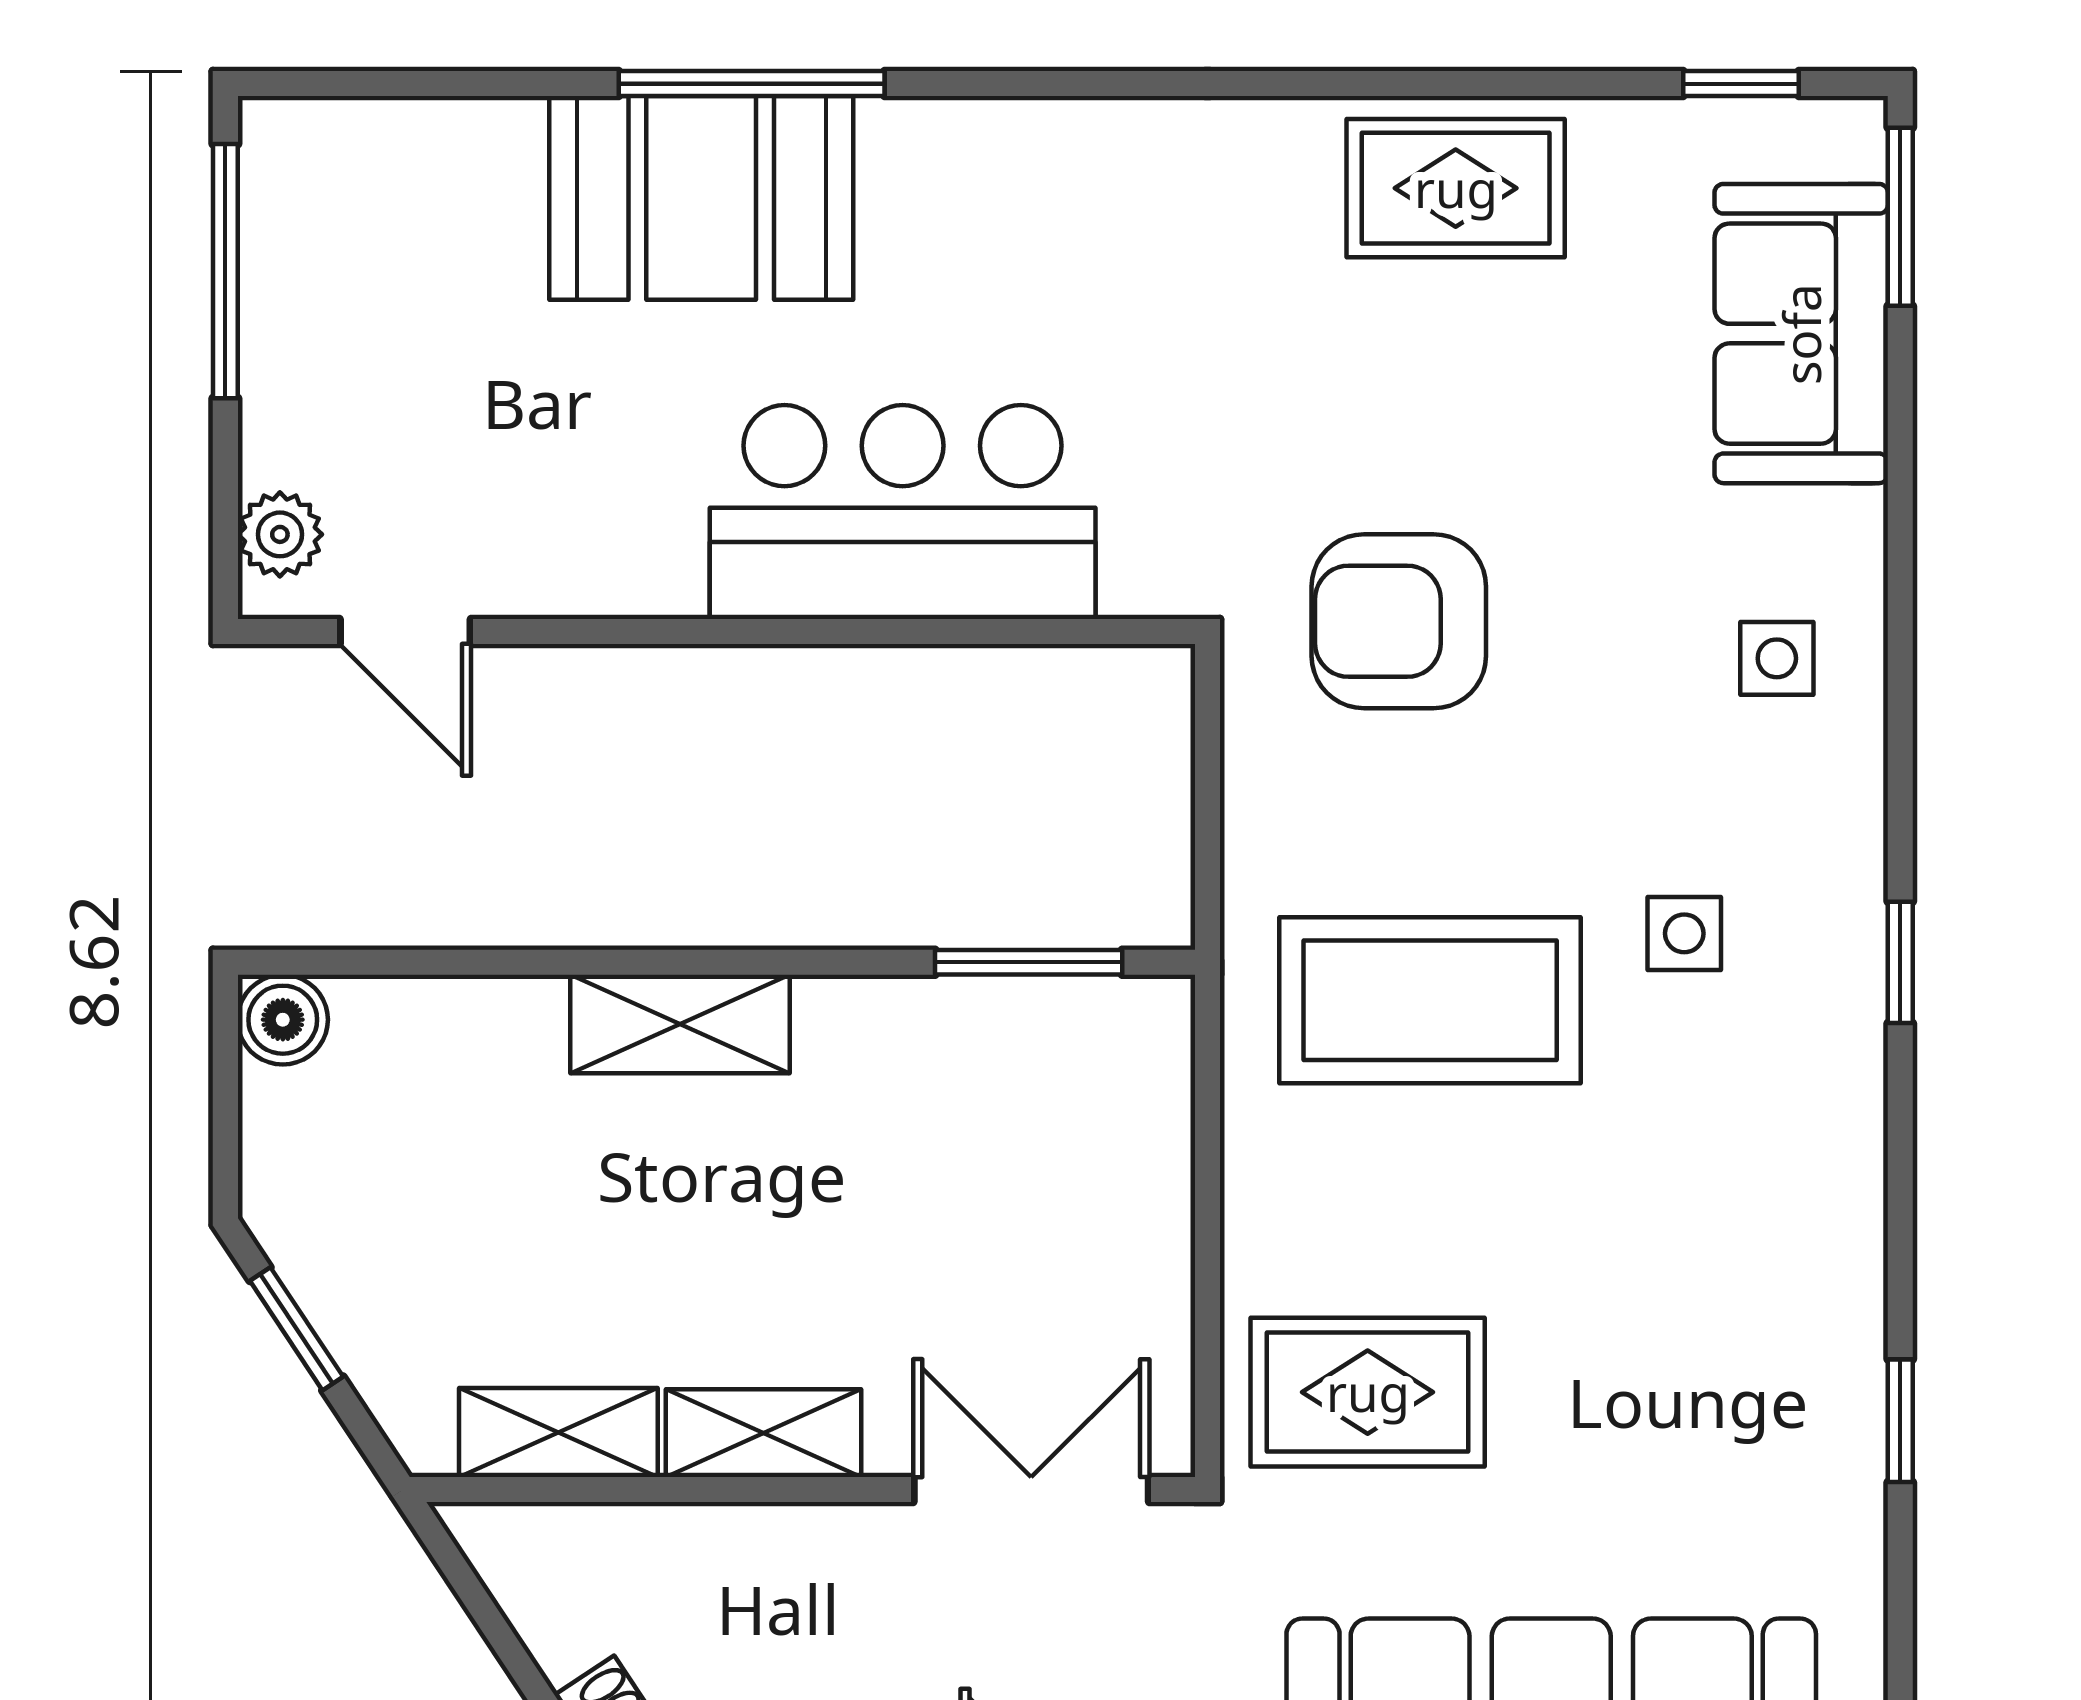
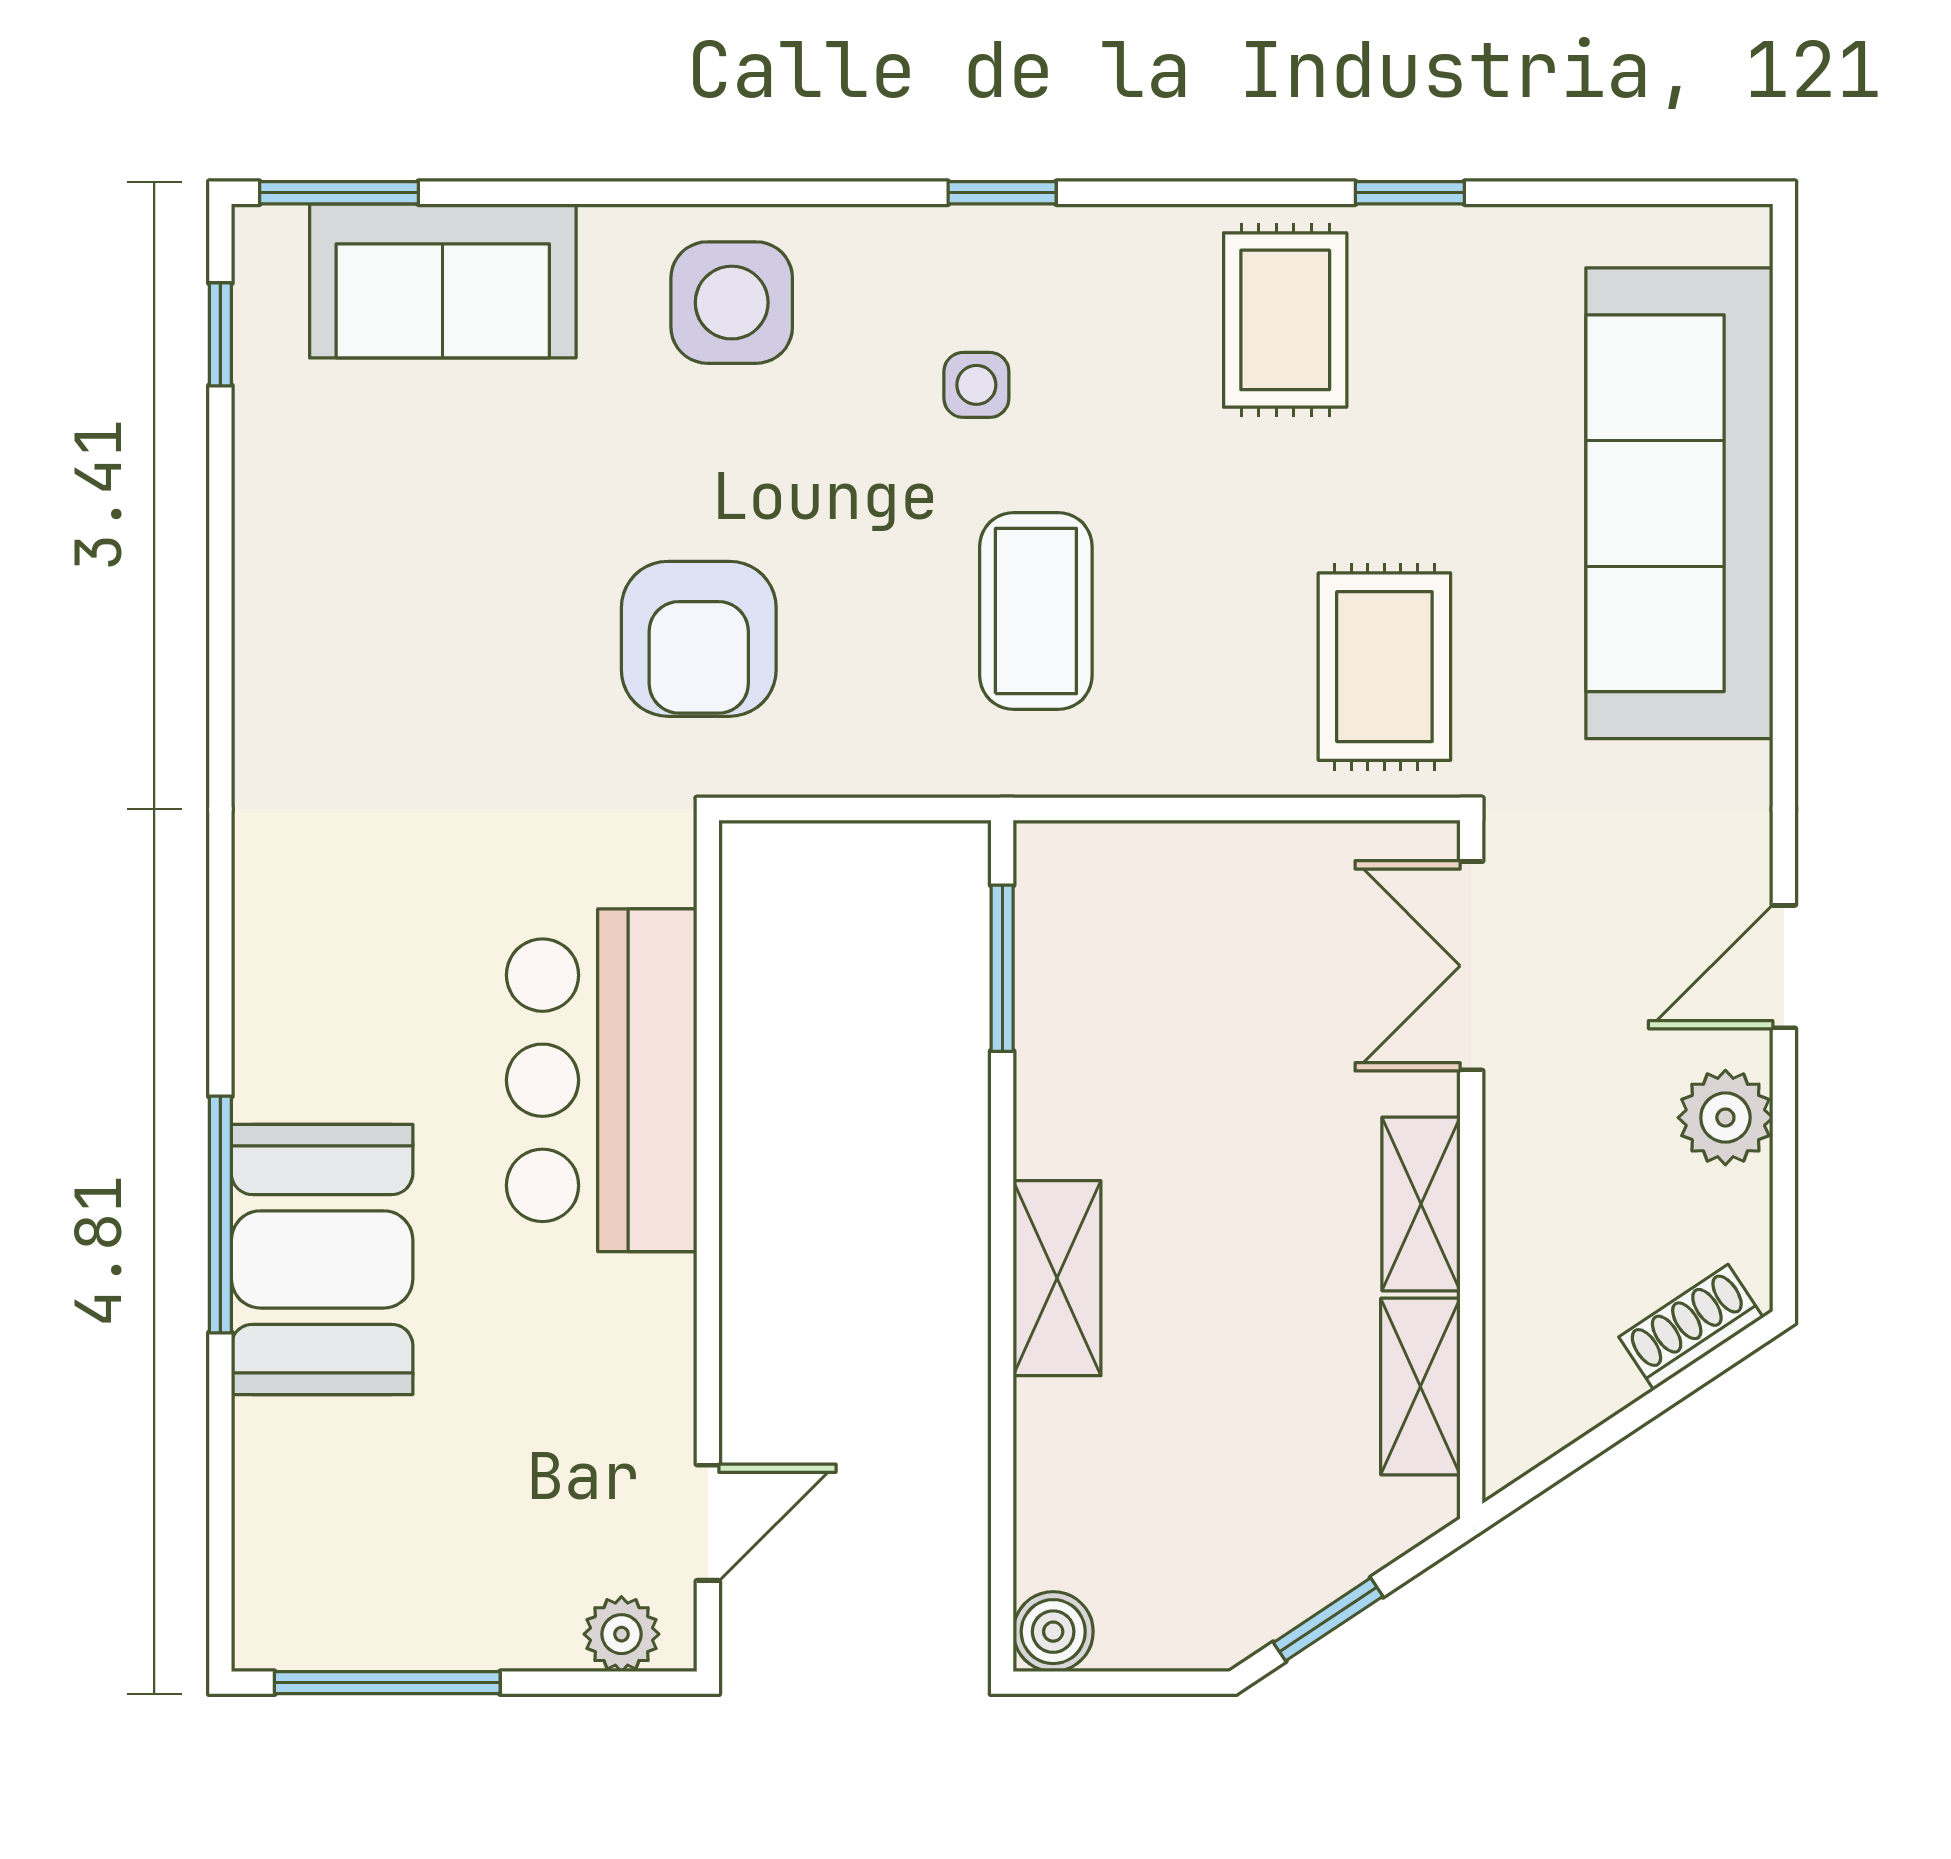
rug: (1456, 188) -> (1285, 320), moved
side table: (1777, 658) -> (732, 303), width x1.87, depth x1.87
coffee table: (1430, 1000) -> (1036, 611), width x0.73, depth x0.76

